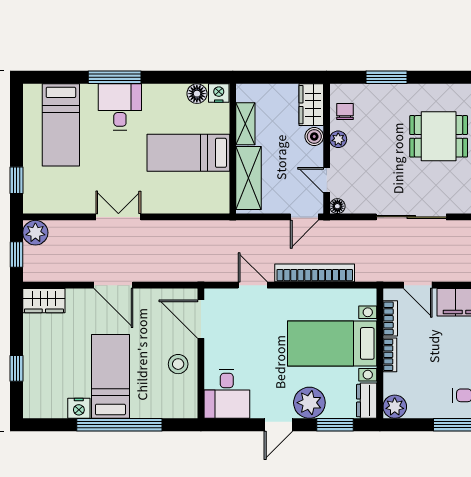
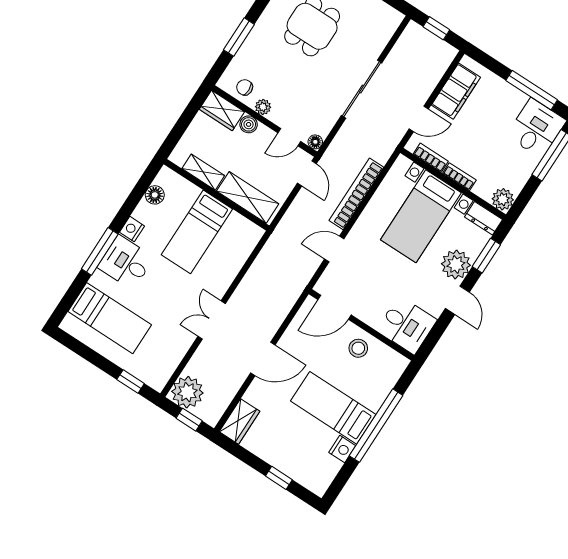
nightstand: (219, 93) -> (132, 229), moved
plant: (35, 233) -> (187, 392), width x1.36, depth x1.36

